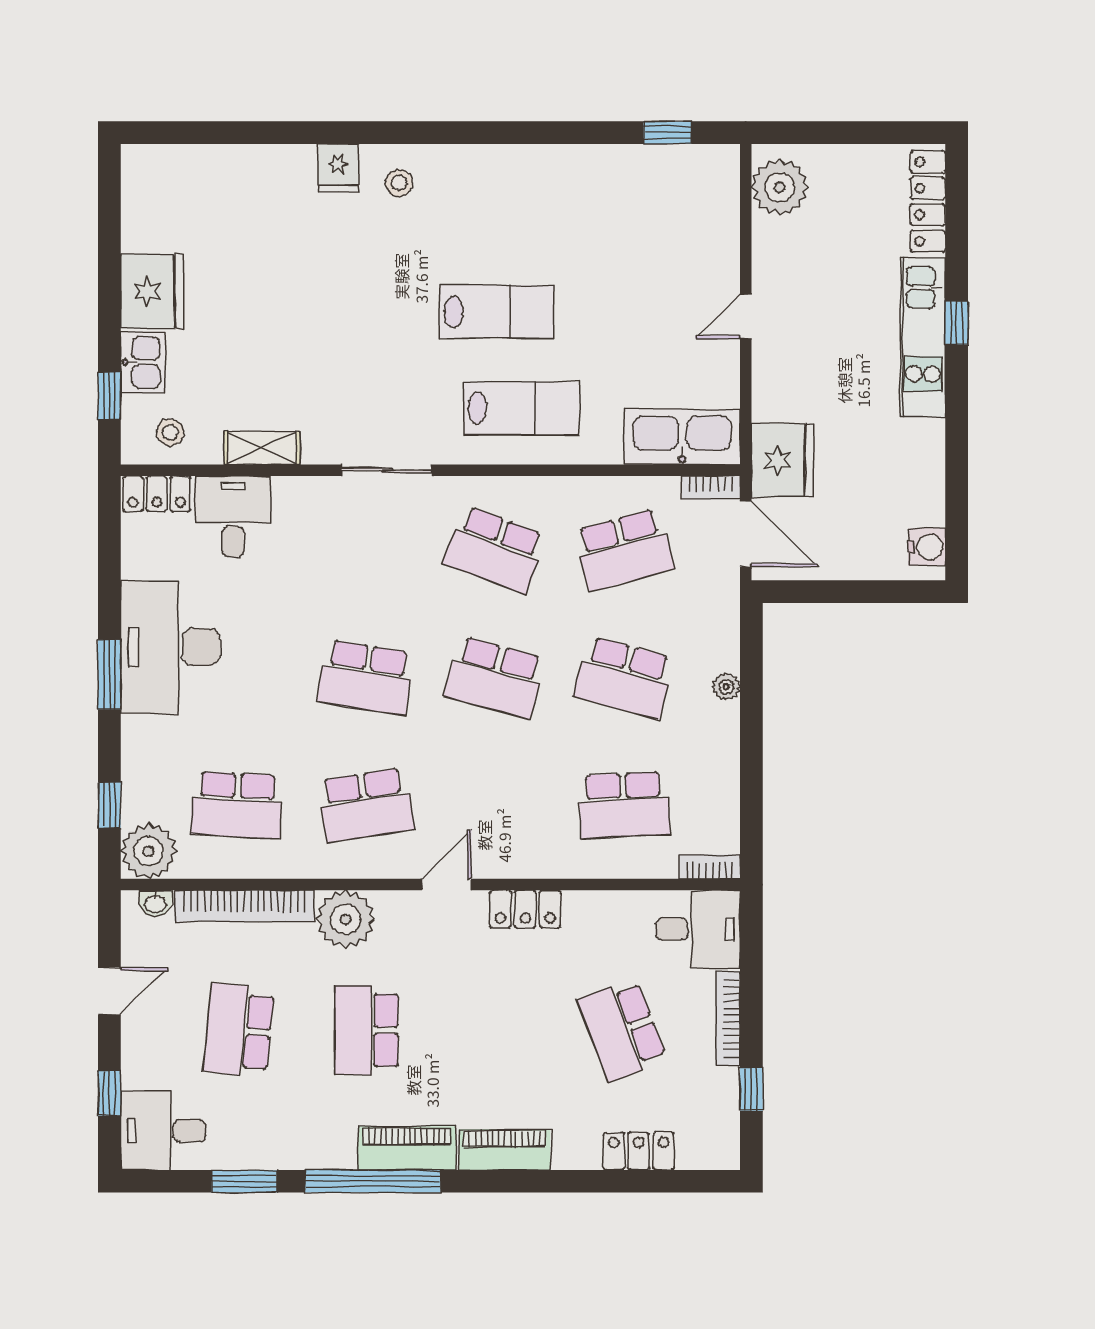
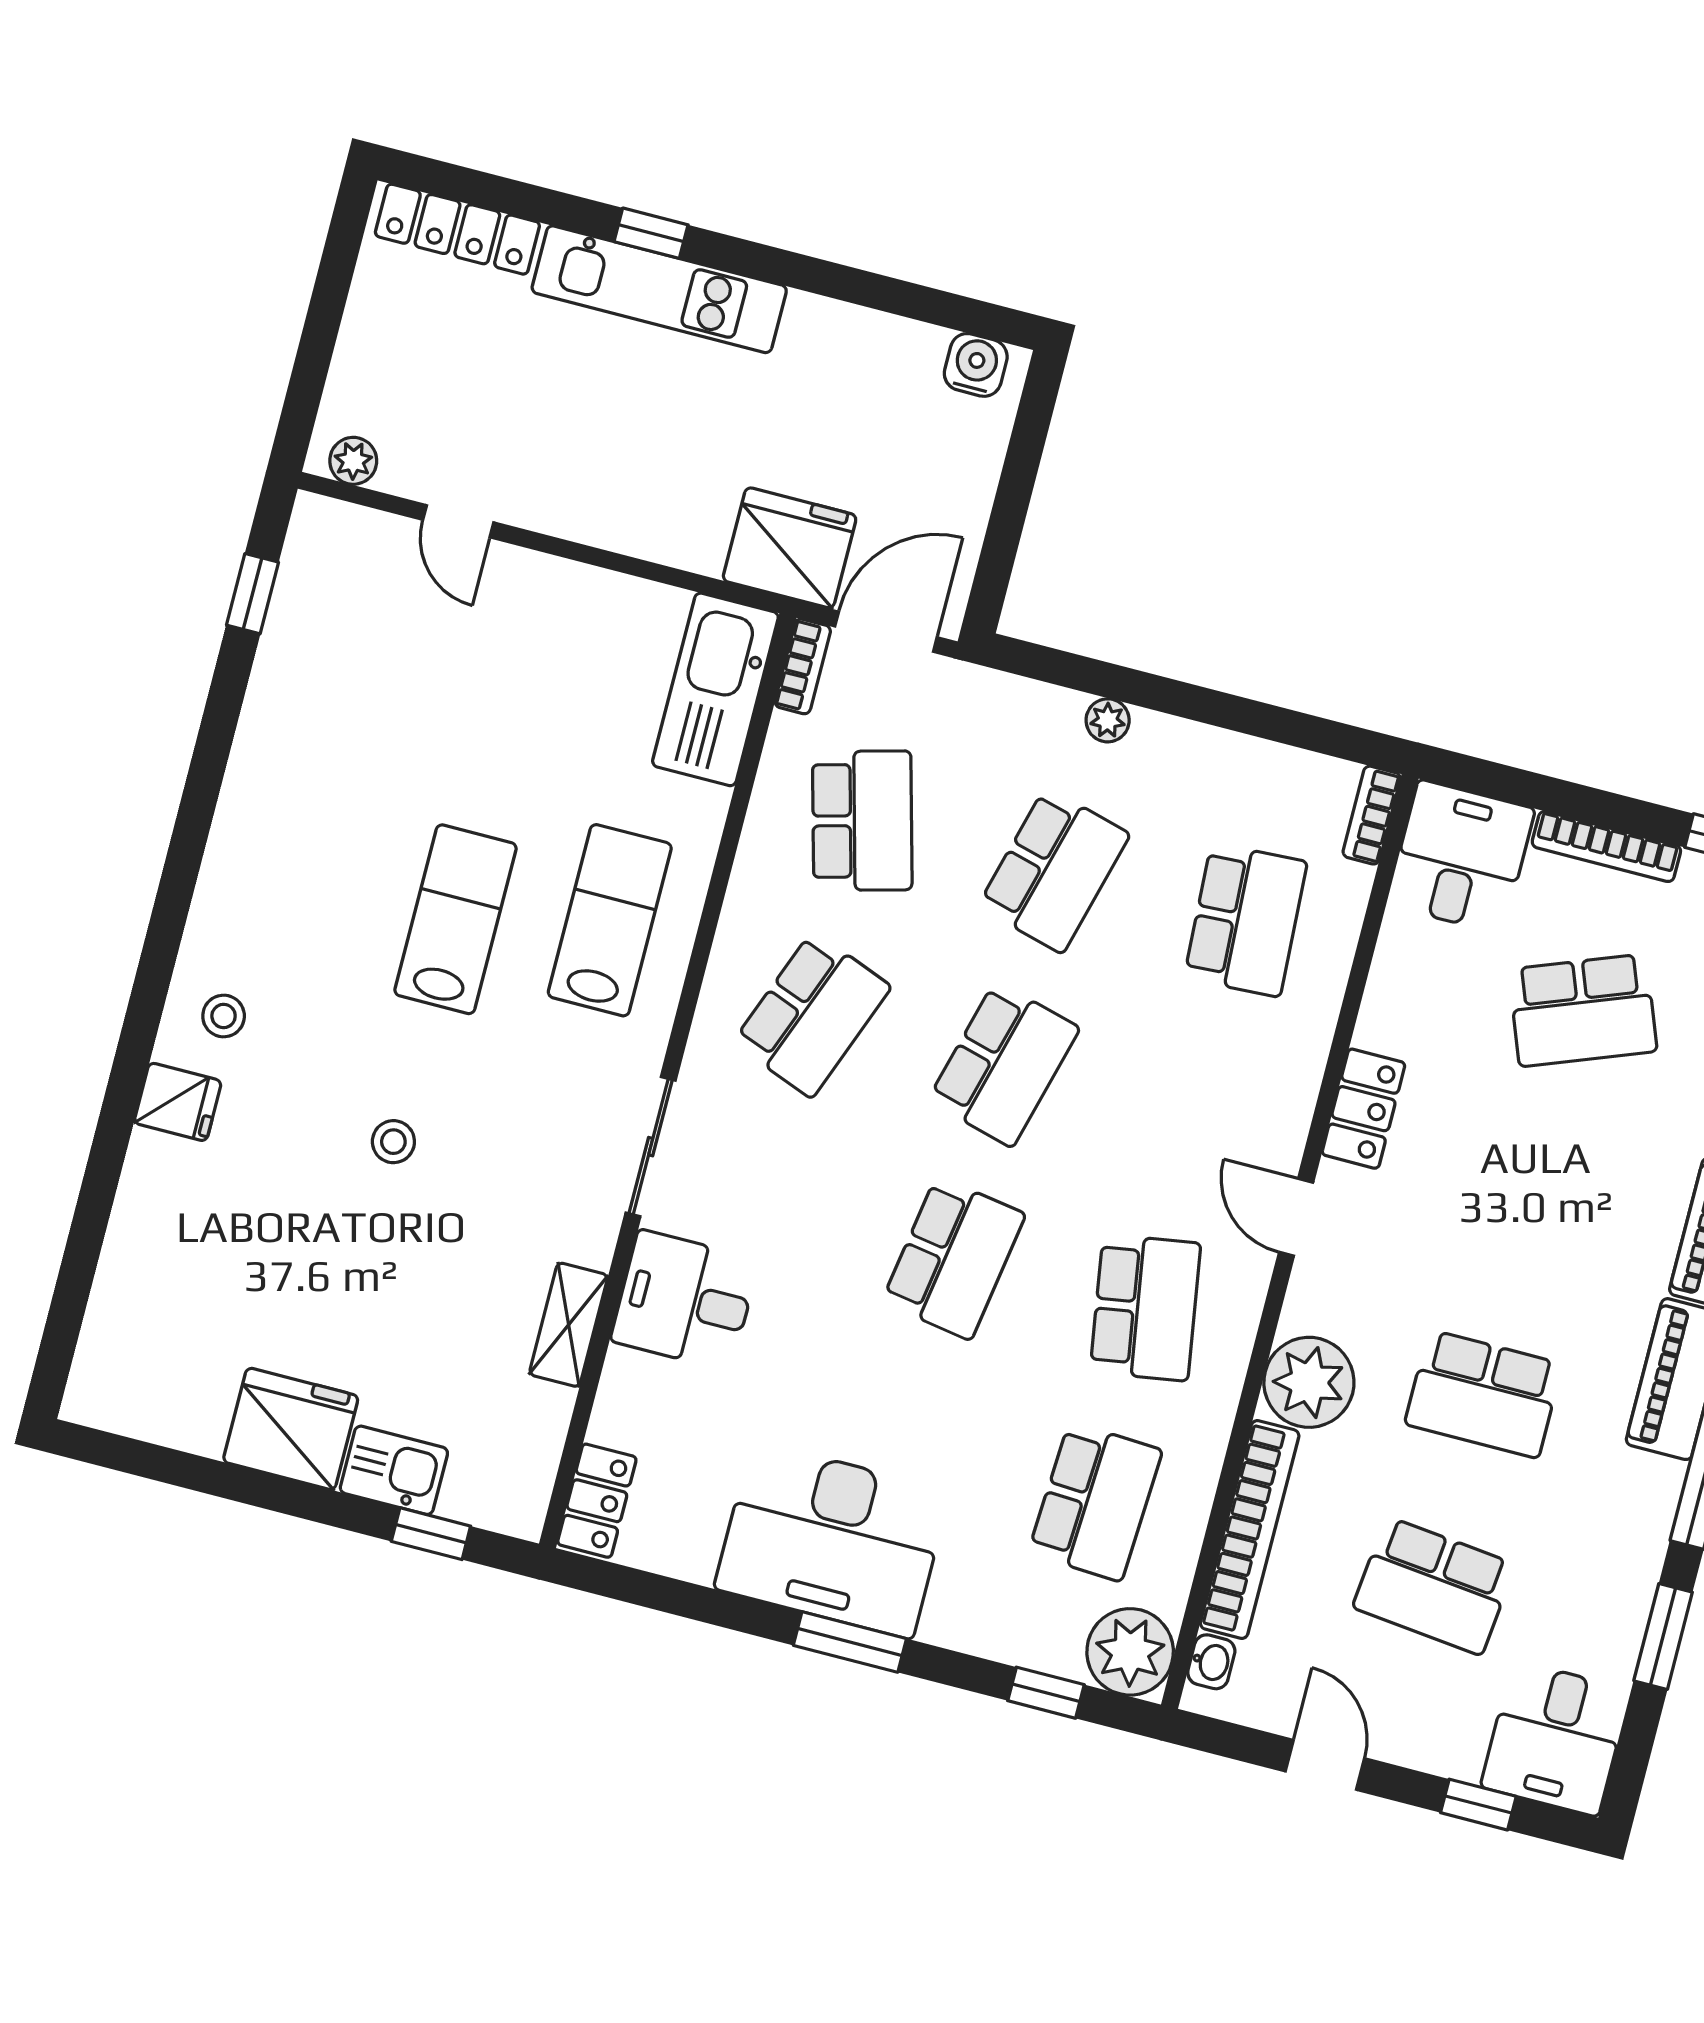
plant: (780, 187) -> (353, 461), width x0.53, depth x0.53
door: (746, 316) -> (458, 521), moved
stool: (170, 432) -> (393, 1142), moved
desk: (233, 516) -> (685, 1300), moved

